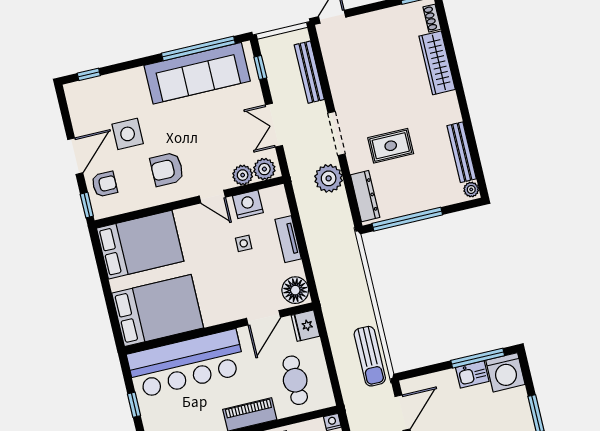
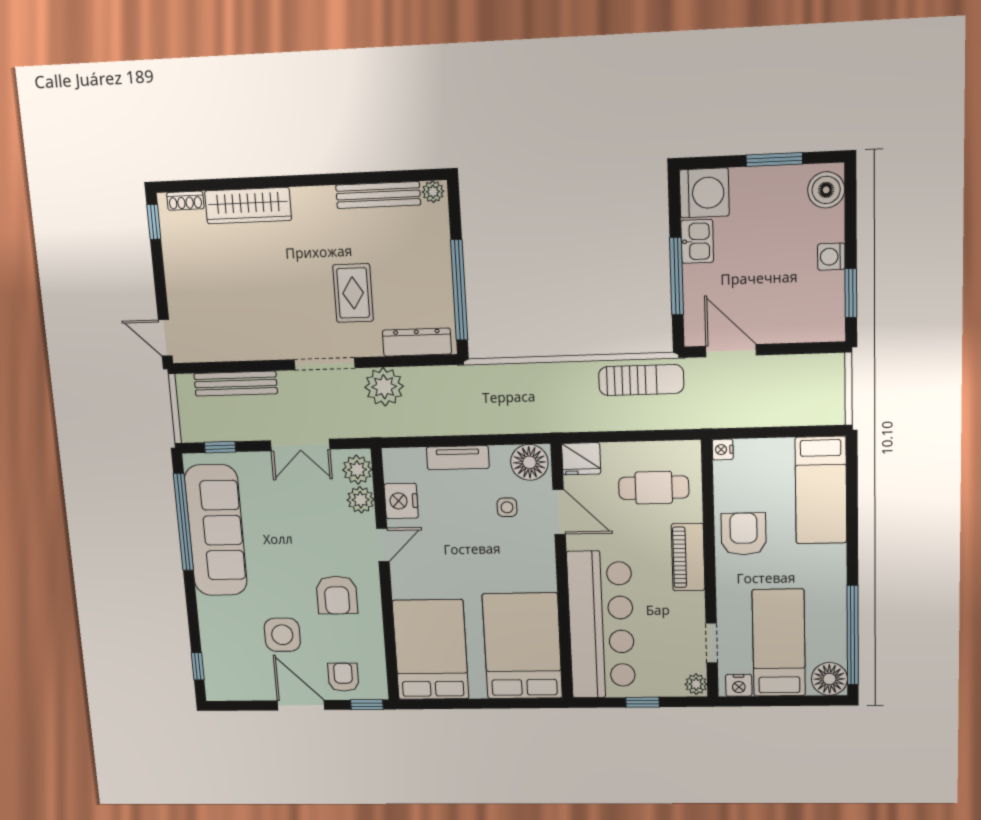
side table: (244, 243) -> (507, 507), moved
window: (478, 358) -> (677, 276), moved

